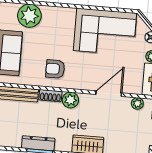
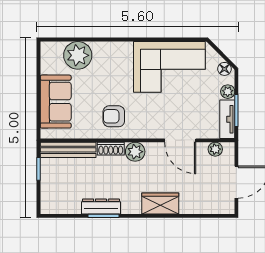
door: (109, 94) -> (180, 140), swing flipped

